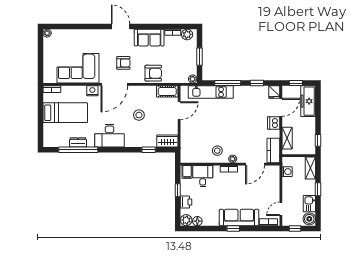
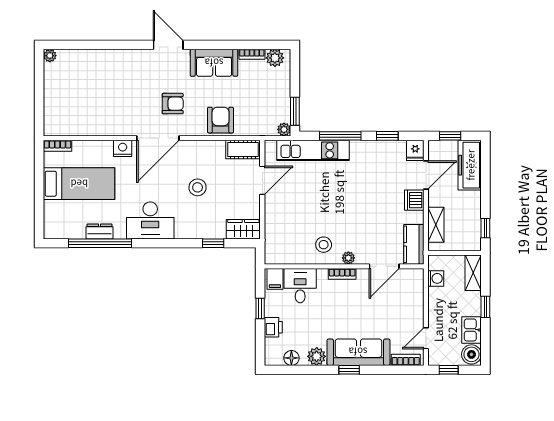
window: (199, 57) -> (295, 111), moved
corner sofa: (78, 68) -> (100, 112), removed
armchair: (153, 73) -> (221, 120), turned -90
plant: (186, 220) -> (317, 356), moved

